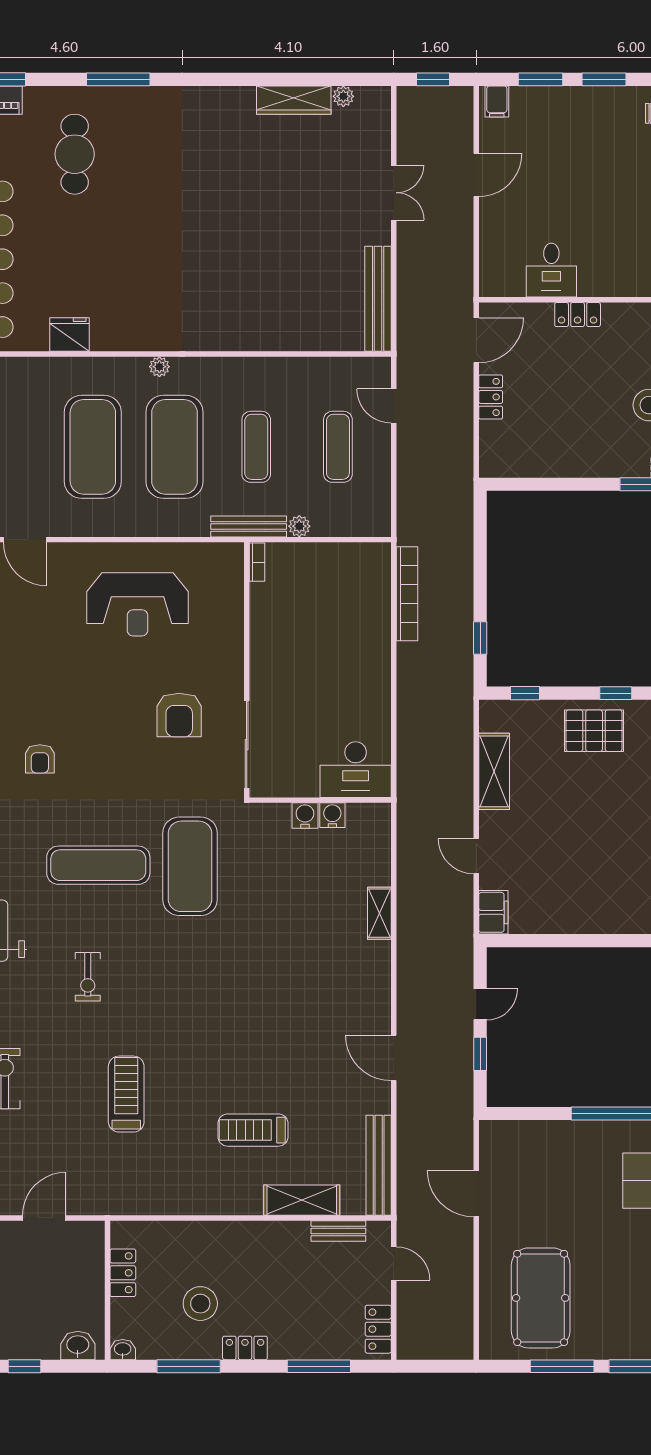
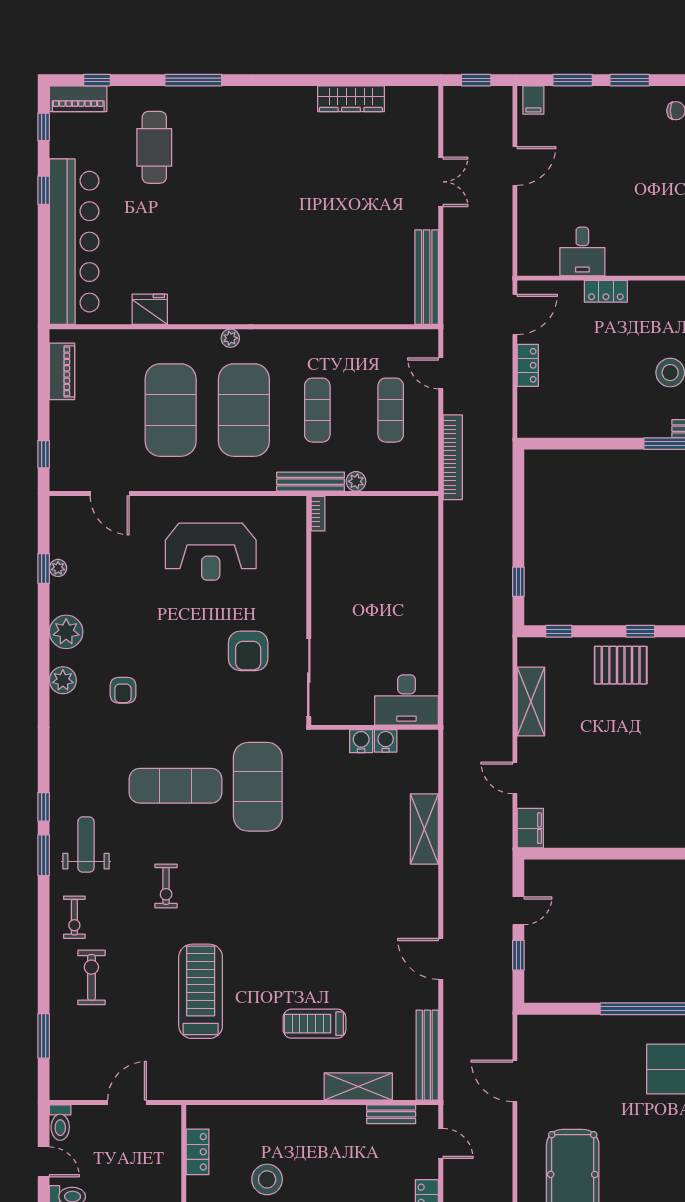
plant: (343, 96) -> (396, 95), removed
bookcase: (407, 594) -> (453, 457), moved
shelving: (379, 913) -> (424, 829), width x1.50, depth x1.33
treadmill: (126, 1094) -> (201, 991), width x1.37, depth x1.38

